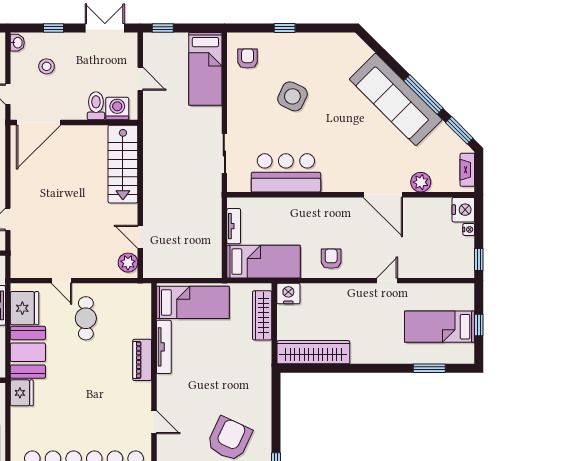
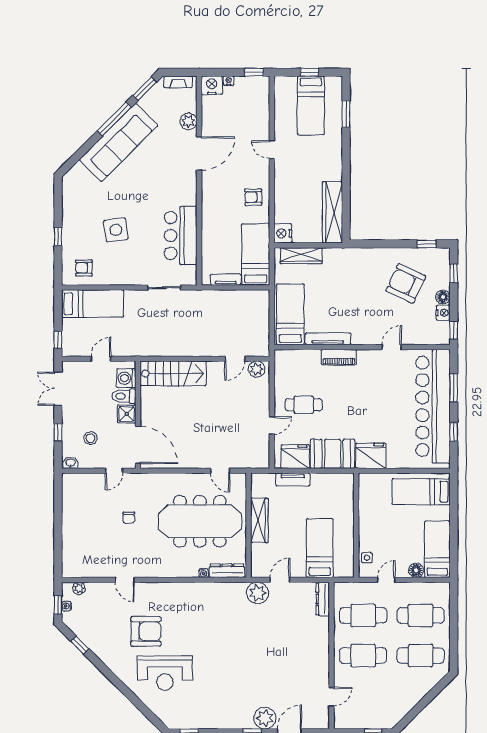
side table: (292, 96) -> (116, 230), turned -32
shower: (75, 109) -> (127, 414), added
fridge: (22, 393) -> (371, 456), width x1.36, depth x1.34

